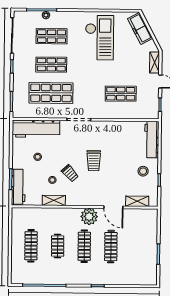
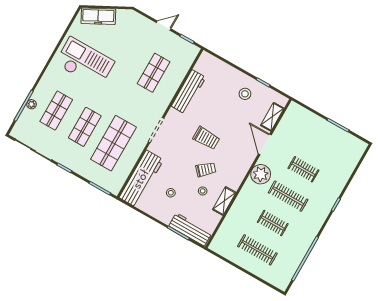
shelving: (155, 63) -> (141, 21), removed
workbench: (152, 140) -> (189, 92), moved, turned -90
door: (113, 207) -> (265, 144), swing flipped
clothes rail: (111, 247) -> (303, 169), width x0.73

